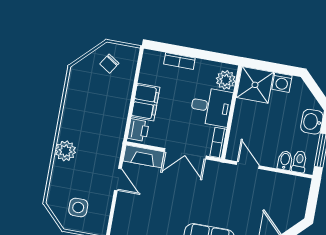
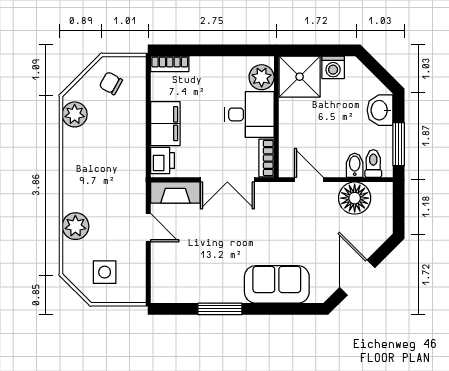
bookcase: (179, 61) -> (170, 64), moved
chair: (109, 64) -> (111, 83), turned 86
plant: (77, 82) -> (75, 114), added
plant: (65, 151) -> (75, 226), moved
floor lamp: (280, 186) -> (355, 198), added

